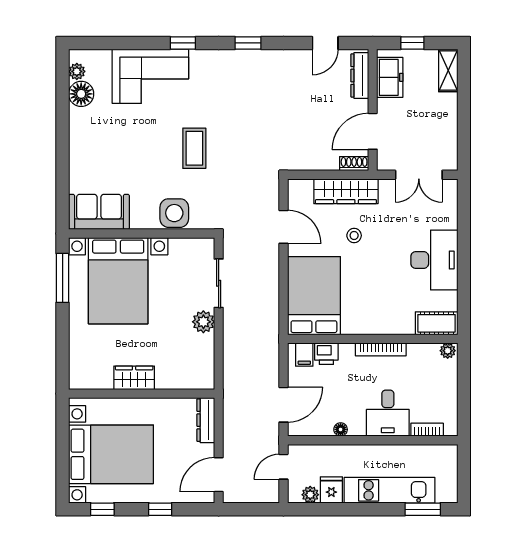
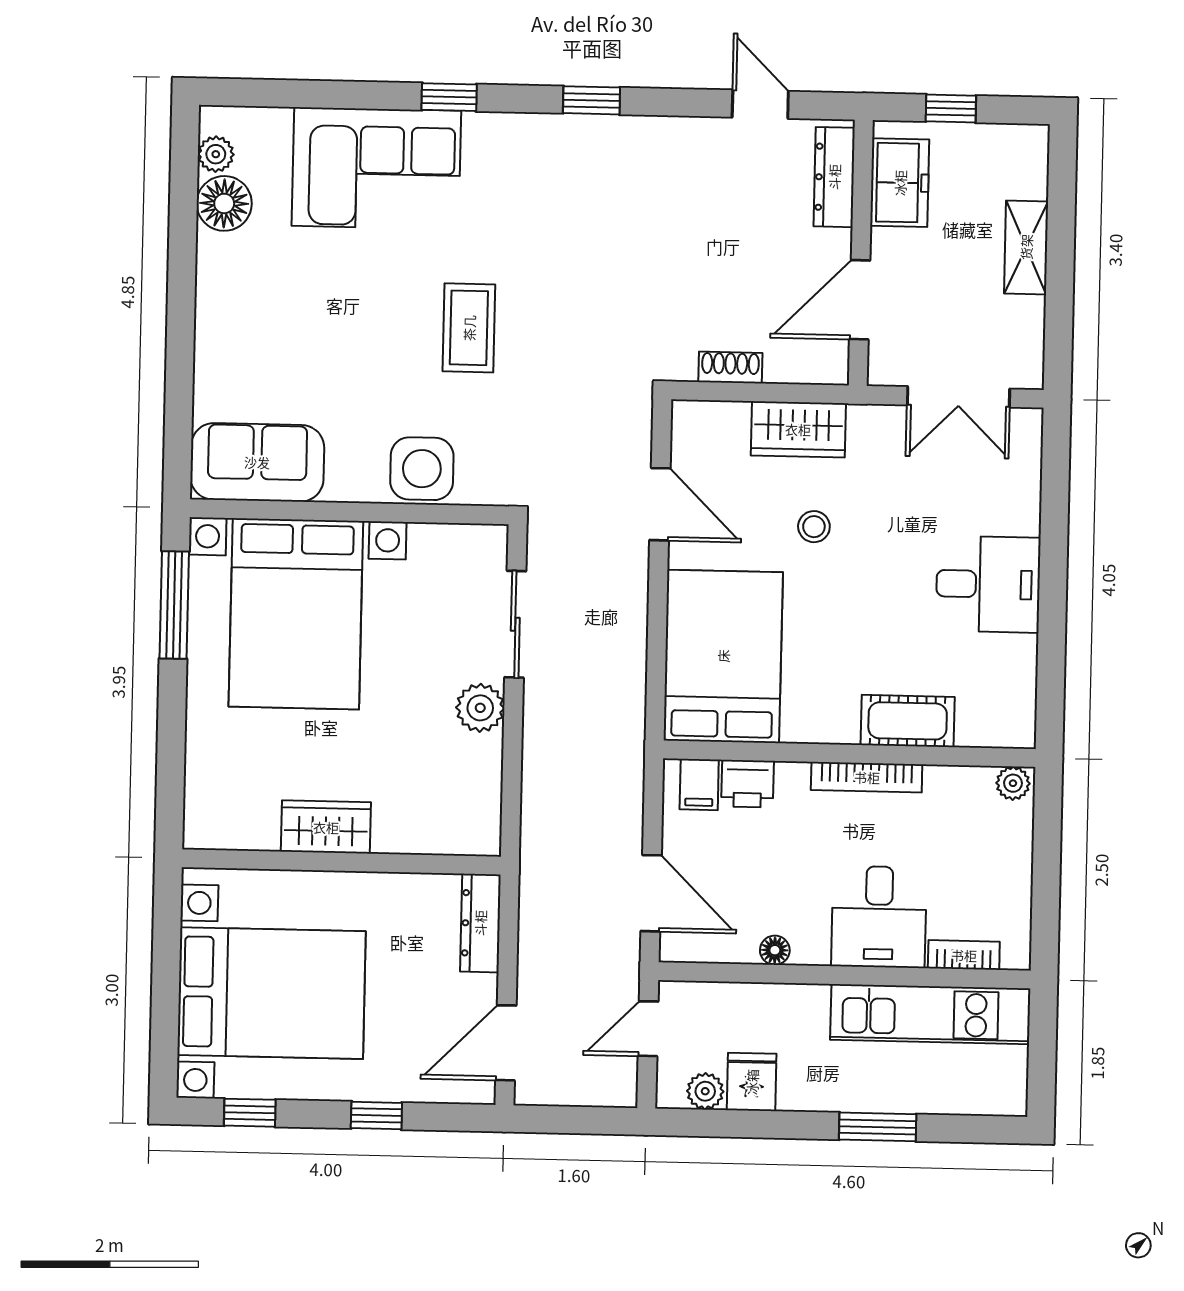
door: (325, 43) -> (760, 104), swing flipped
shelving: (448, 70) -> (1026, 247), moved
shoe rack: (354, 164) -> (730, 367), moved
wardrobe: (346, 191) -> (798, 429), width x0.67
desk: (434, 260) -> (988, 584), width x0.73
cot: (437, 323) -> (908, 721), moved
door: (283, 405) -> (651, 893), hinge flipped
kitchen unit: (389, 490) -> (930, 1014), moved, turned 180
window: (423, 509) -> (878, 1127), moved

